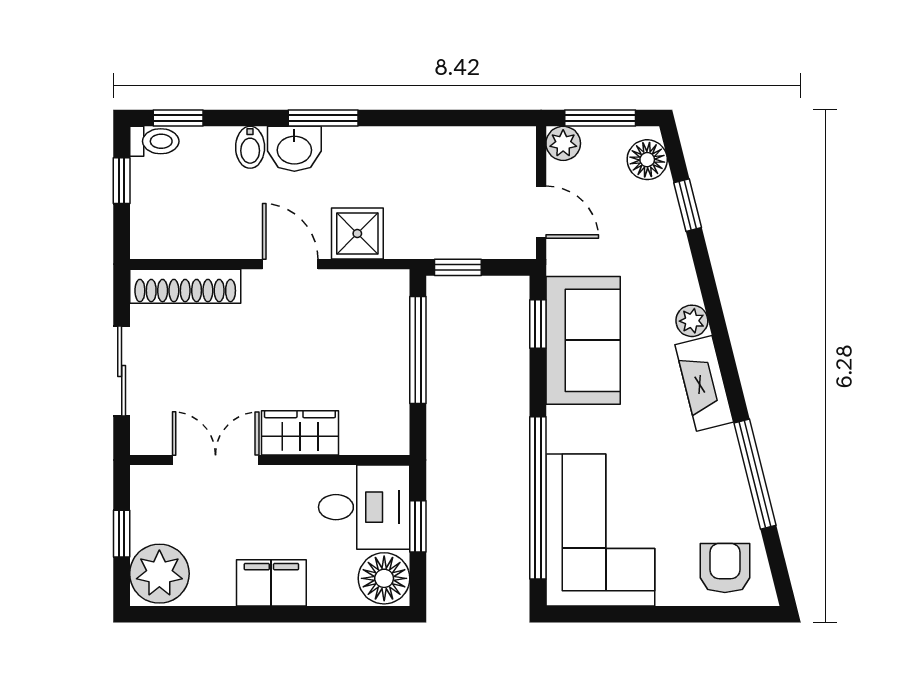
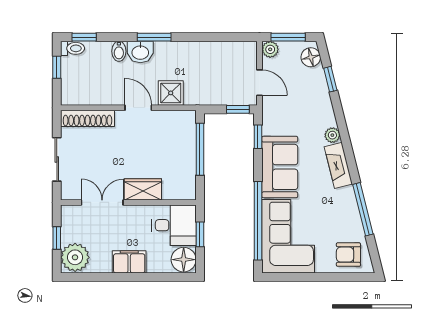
window: (458, 267) -> (238, 109), moved
sofa: (583, 340) -> (280, 167), moved
armchair: (725, 568) -> (348, 255), turned -90

